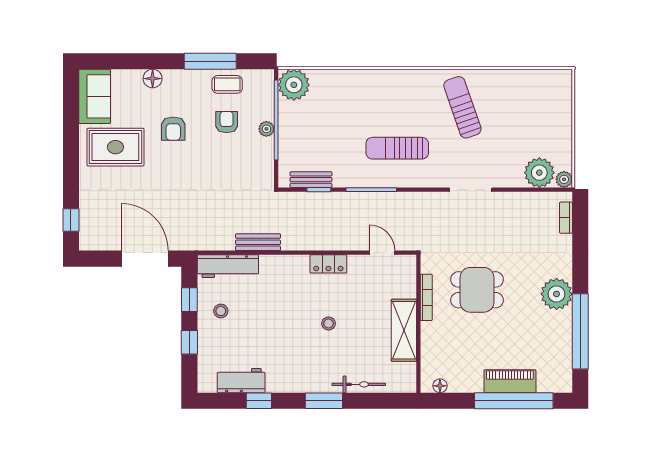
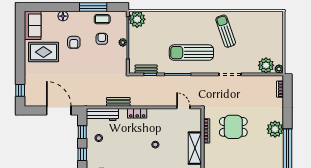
sun lounger: (397, 148) -> (191, 53), width x1.36, depth x1.34
locker: (328, 264) -> (137, 113), moved

